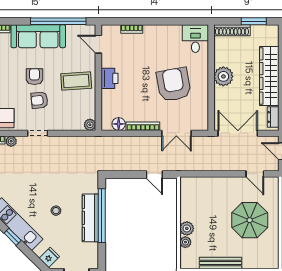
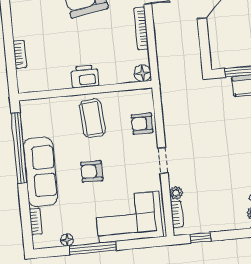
door: (98, 44) -> (43, 95), removed
armchair: (39, 100) -> (142, 124), moved, turned 96
floor lamp: (119, 124) -> (143, 73), moved
plant: (90, 125) -> (146, 96), removed

